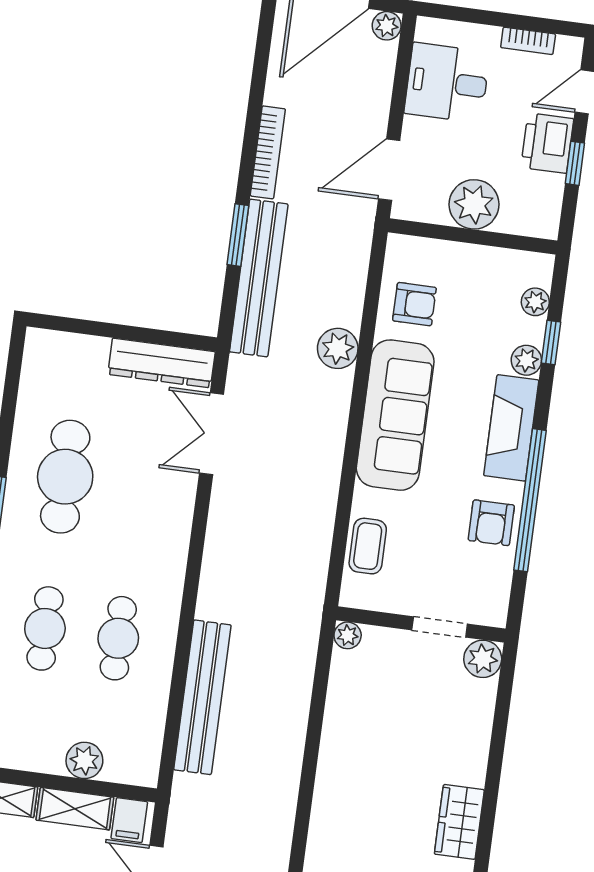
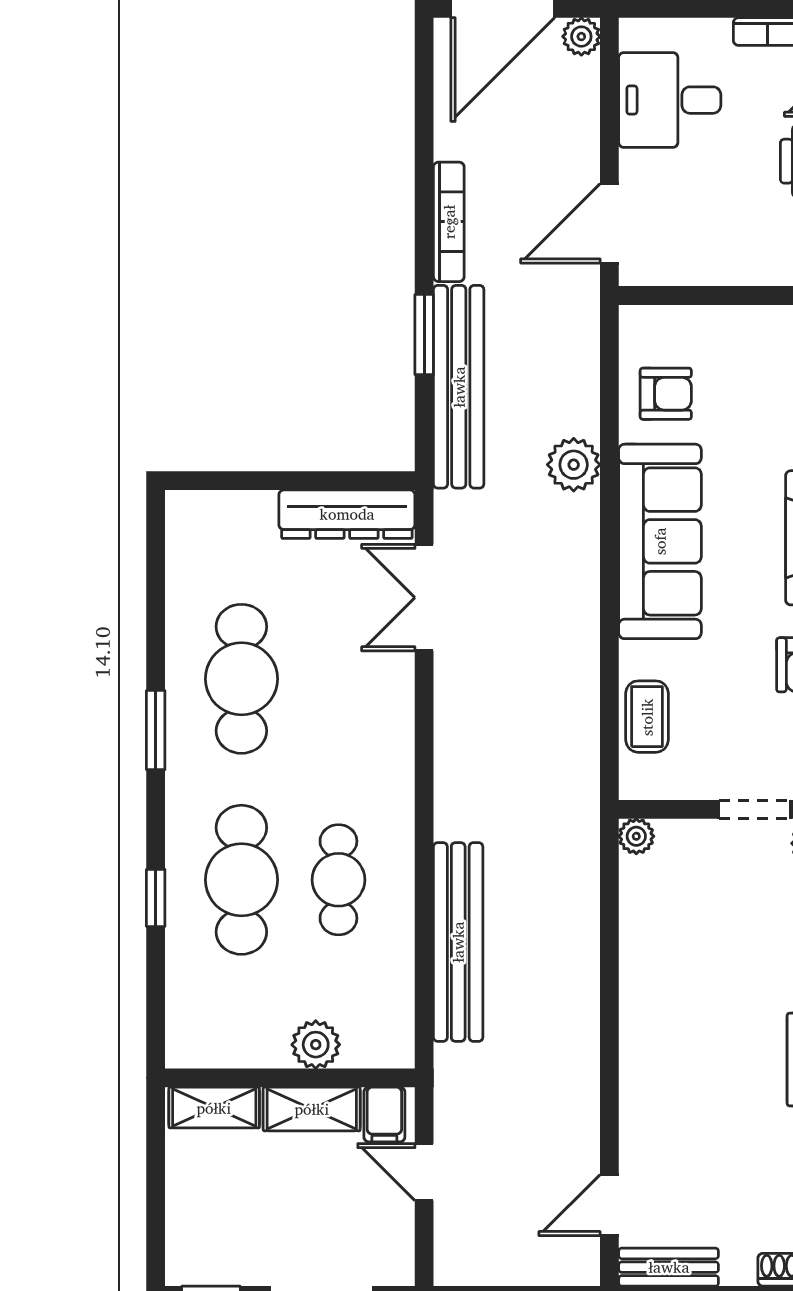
plant: (474, 204) -> (726, 254), removed
cafe table: (45, 628) -> (241, 880), width x1.37, depth x1.35

